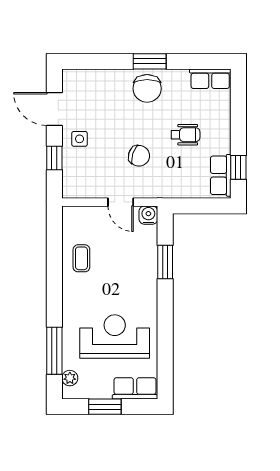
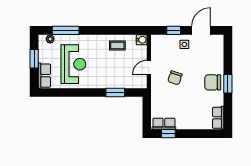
wheelchair: (185, 135) -> (187, 104), removed
water cooler: (148, 215) -> (142, 40), moved

